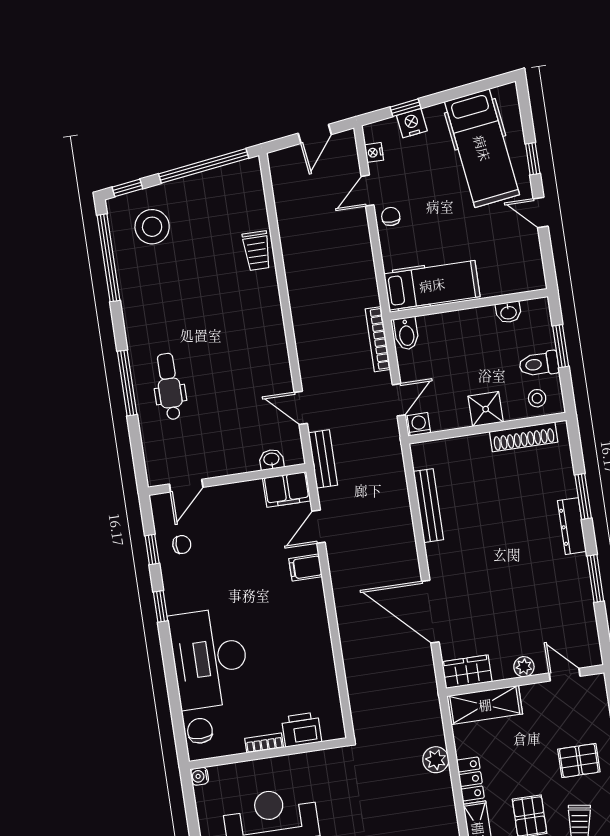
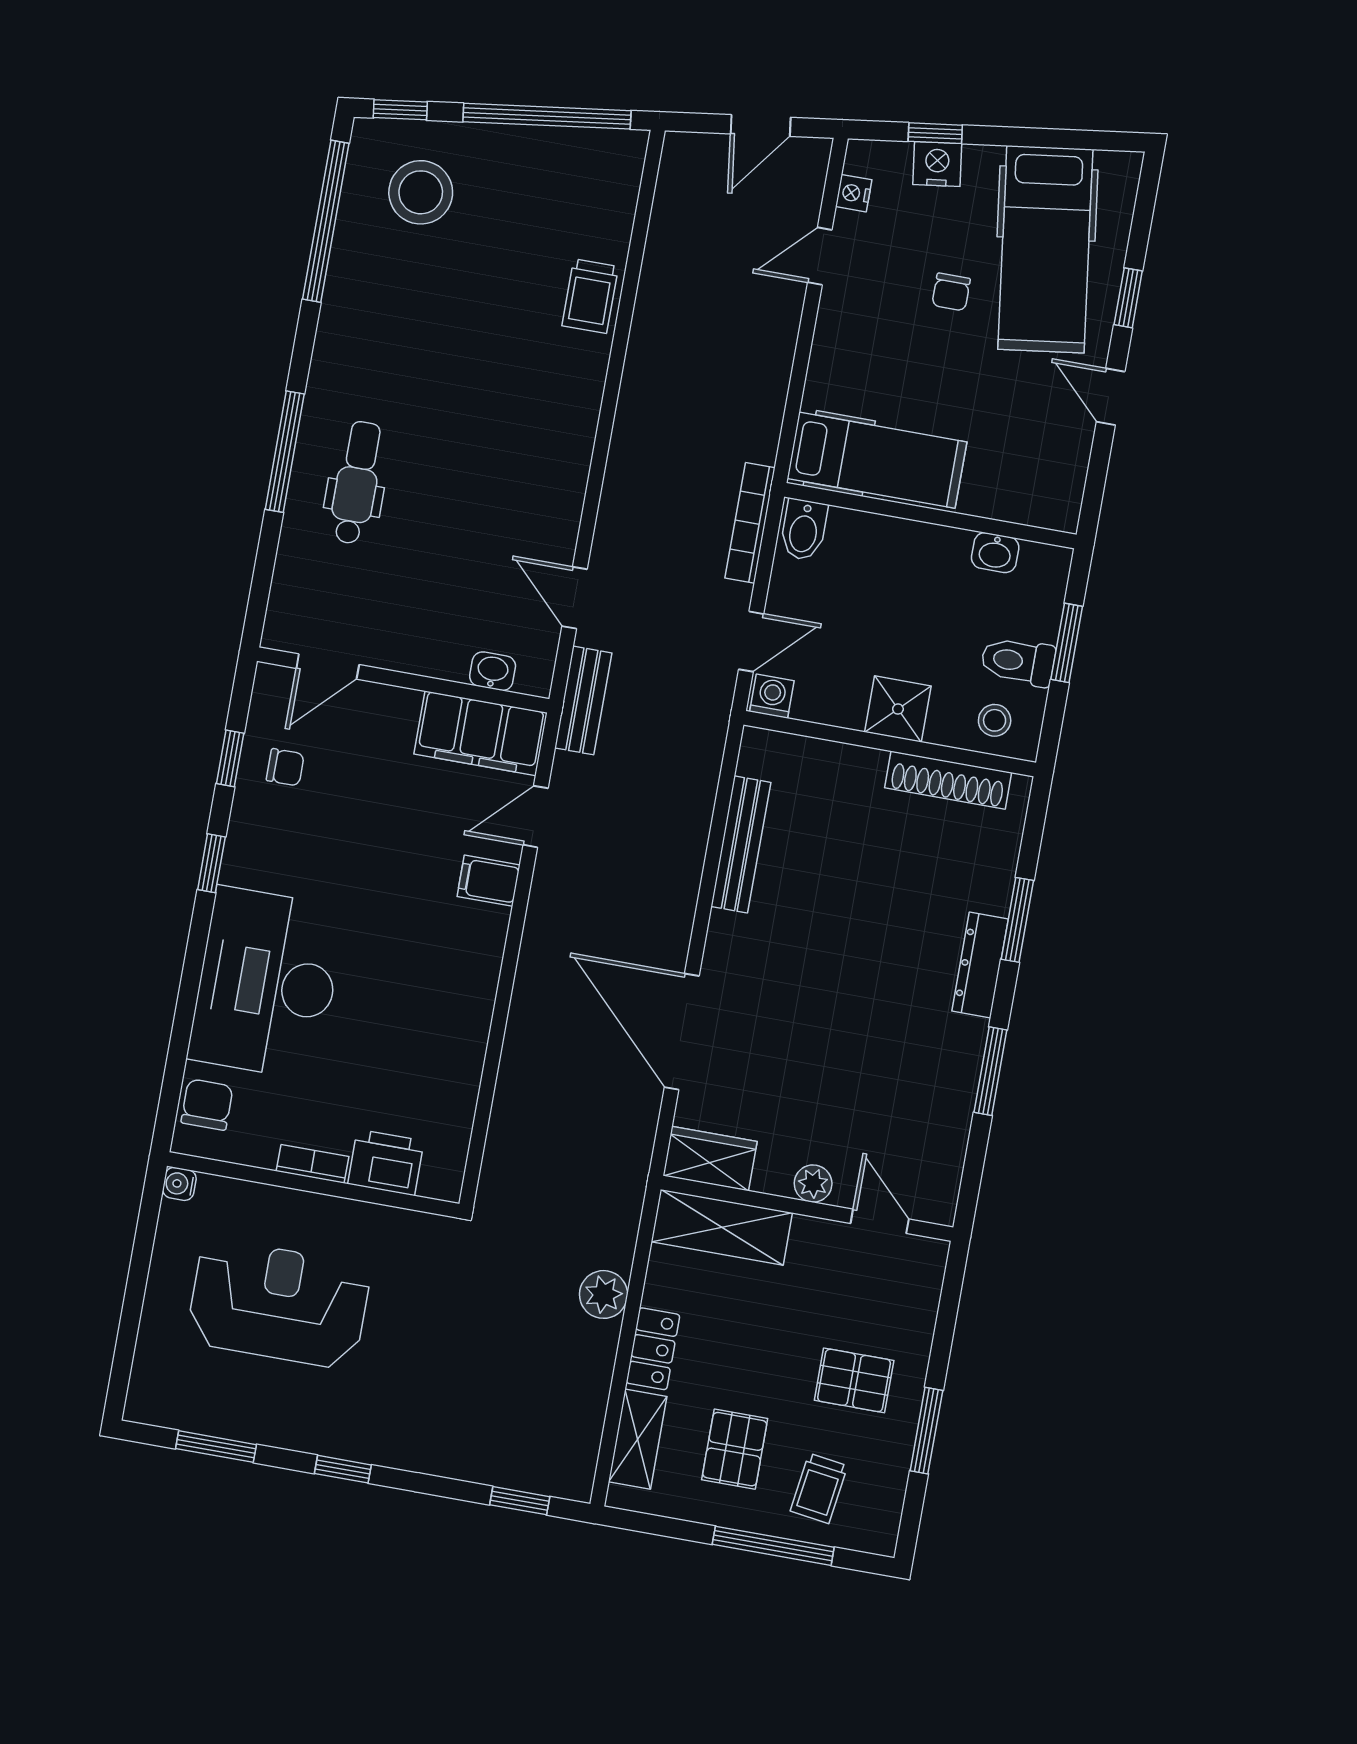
chair: (391, 216) -> (951, 292), moved, turned 180
filing cabinet: (287, 489) -> (481, 733), width x1.50, depth x1.17

